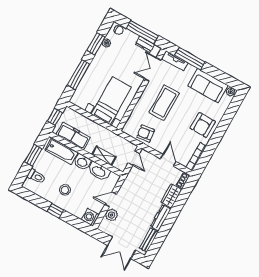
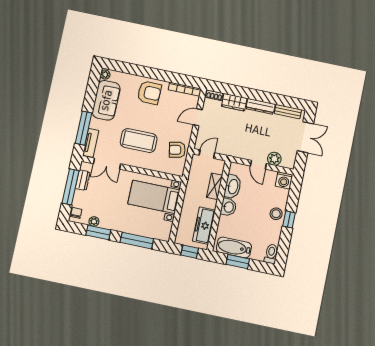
armchair: (146, 134) -> (177, 150), turned 87
bathtub: (61, 151) -> (234, 247), moved, turned -90
toilet: (36, 176) -> (271, 254), moved
stool: (65, 190) -> (276, 214), moved

